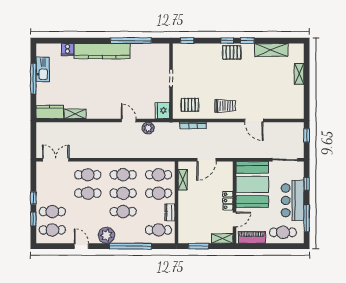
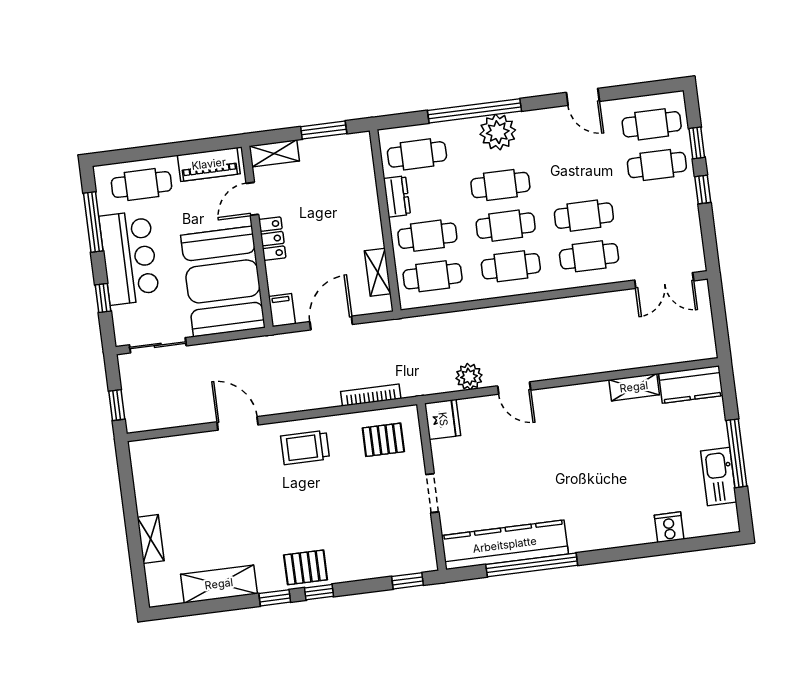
kitchen counter: (102, 51) -> (505, 545), moved
filing cabinet: (228, 168) -> (282, 310), added
plant: (106, 235) -> (498, 132), moved

